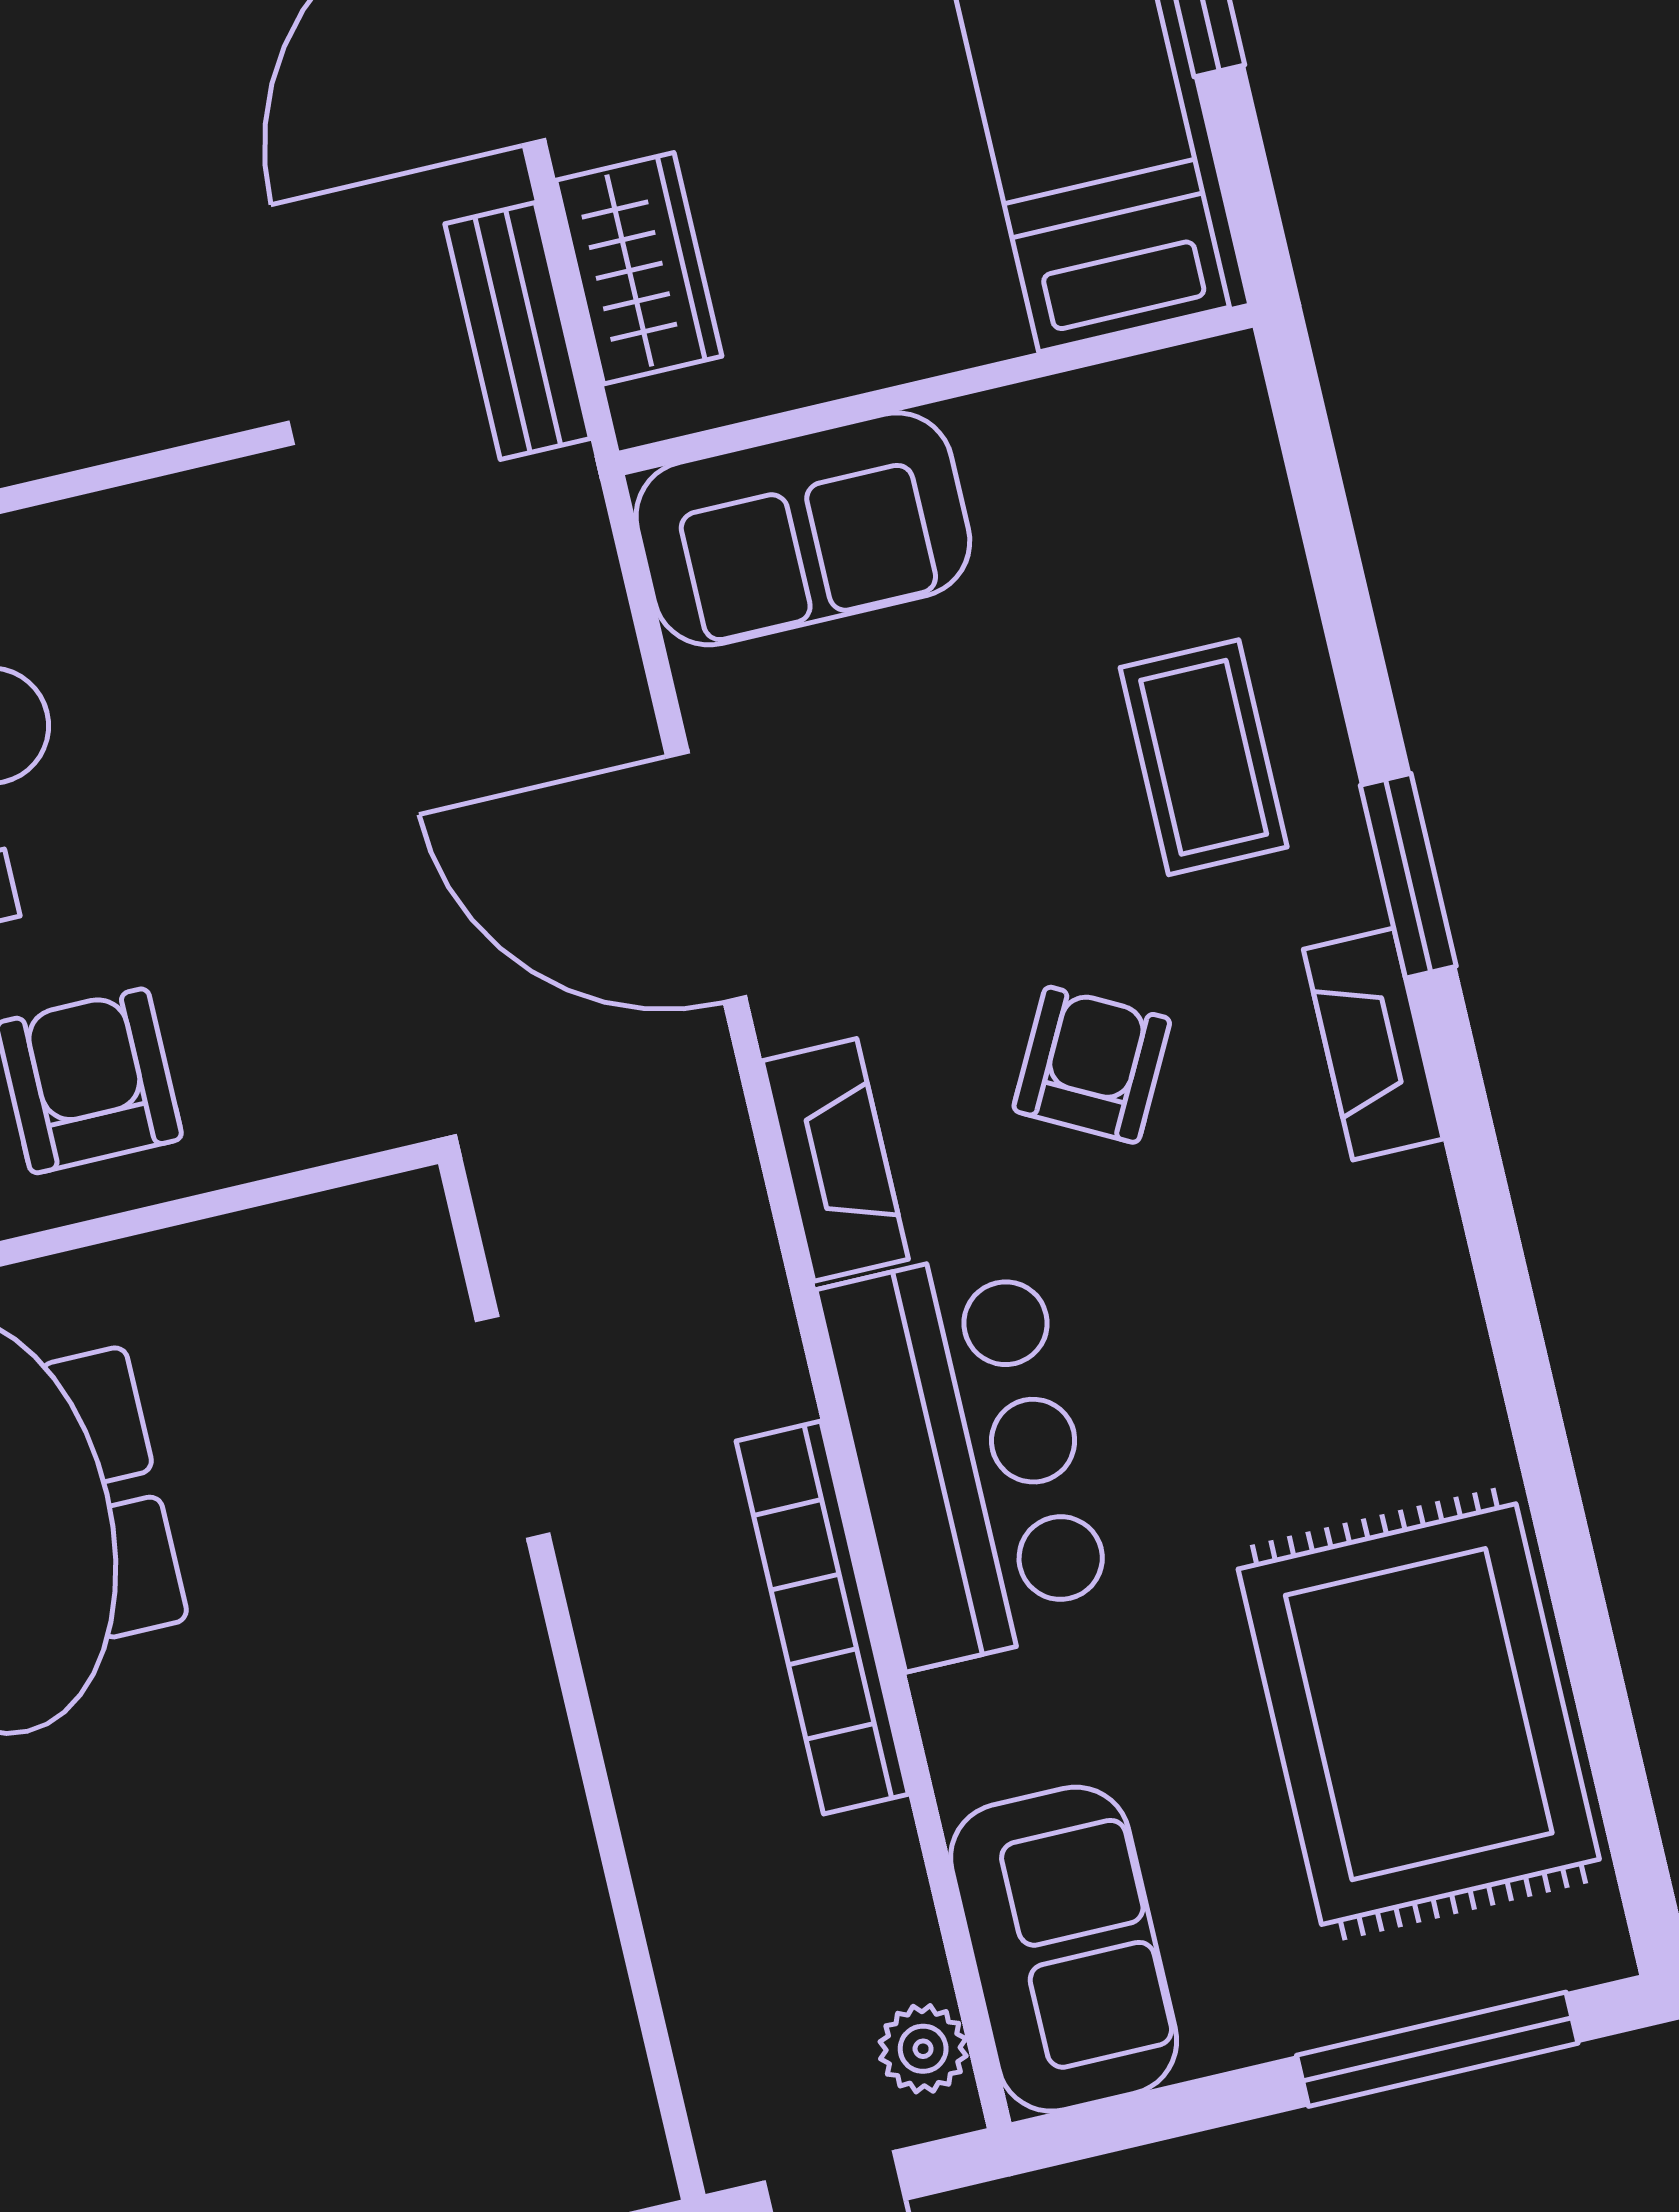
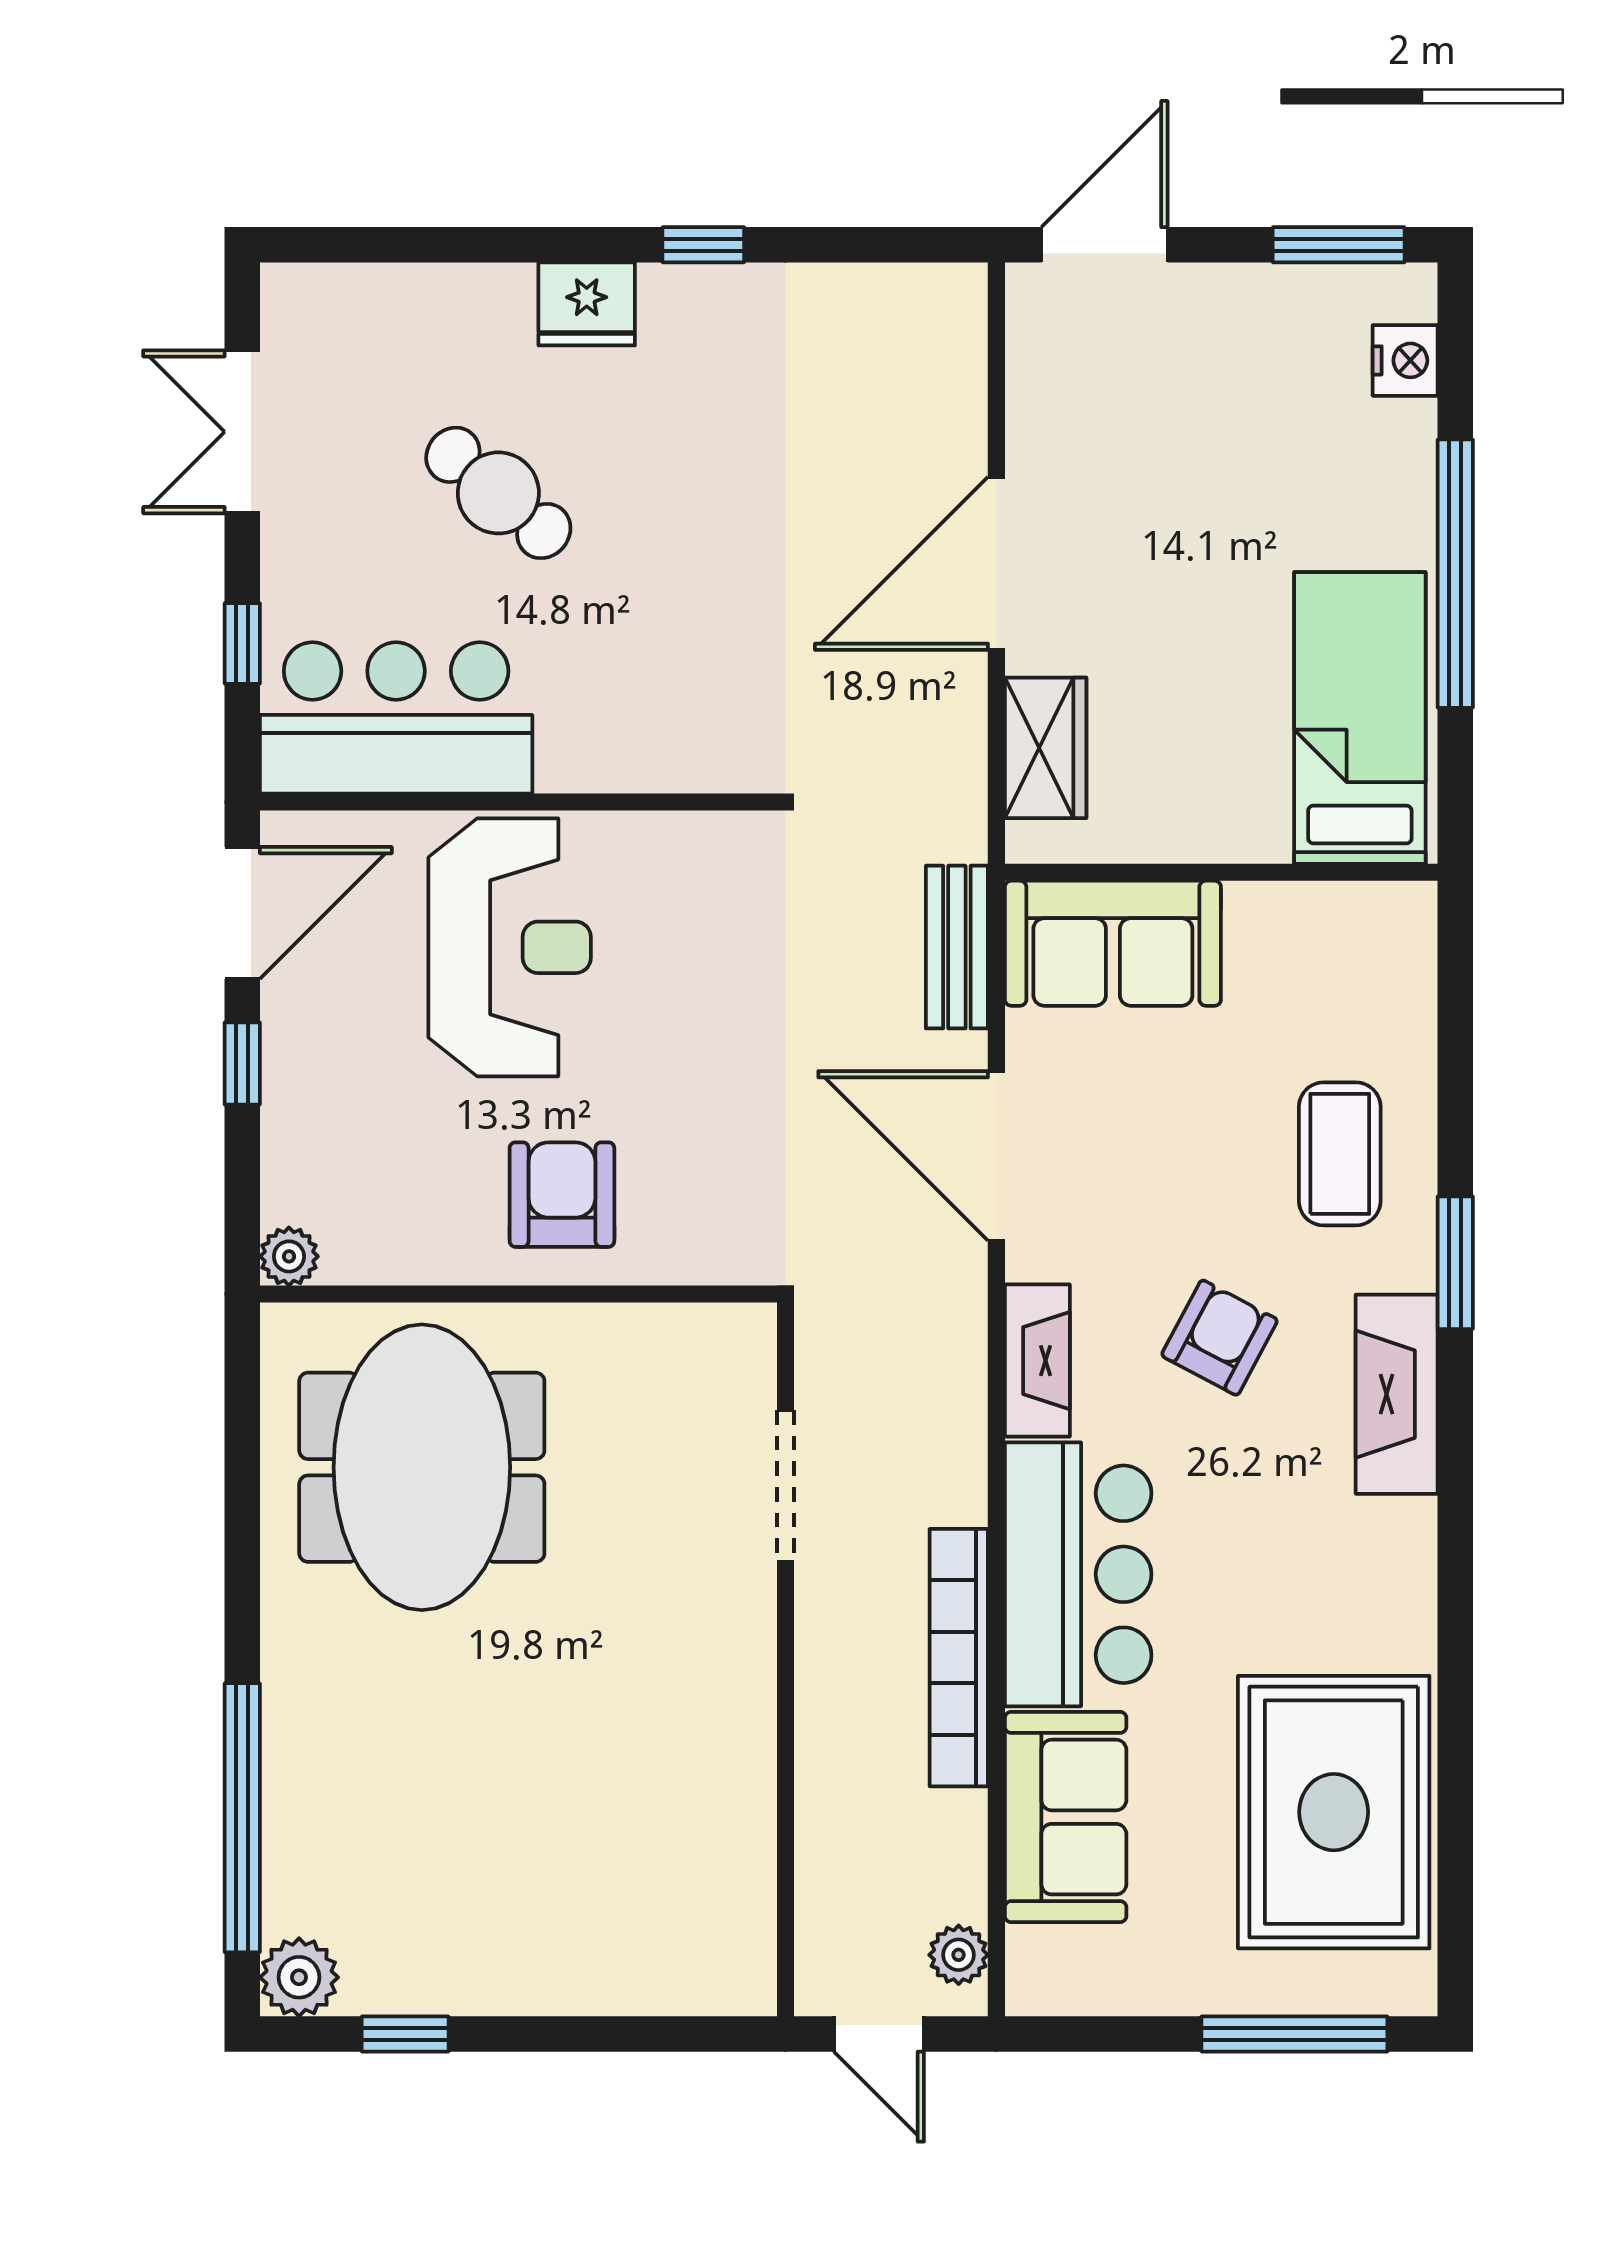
bench: (518, 331) -> (957, 947), moved
fireplace: (1373, 1044) -> (1397, 1394), width x1.37, depth x1.32
sofa: (1064, 1949) -> (1066, 1817), moved

